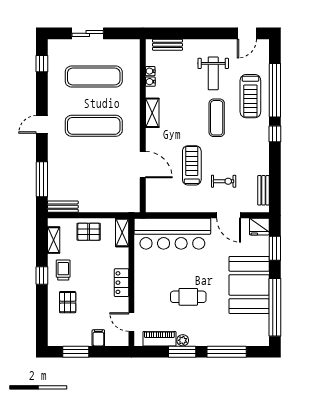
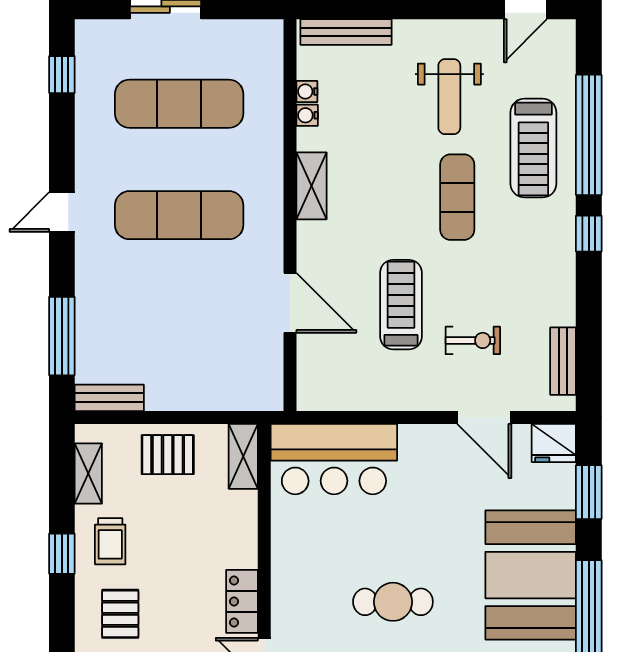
bench: (167, 45) -> (346, 32), width x1.36
bar counter: (172, 234) -> (334, 459), width x0.73
trolley: (63, 270) -> (110, 541), turned 180
locker: (121, 283) -> (242, 601), moved

